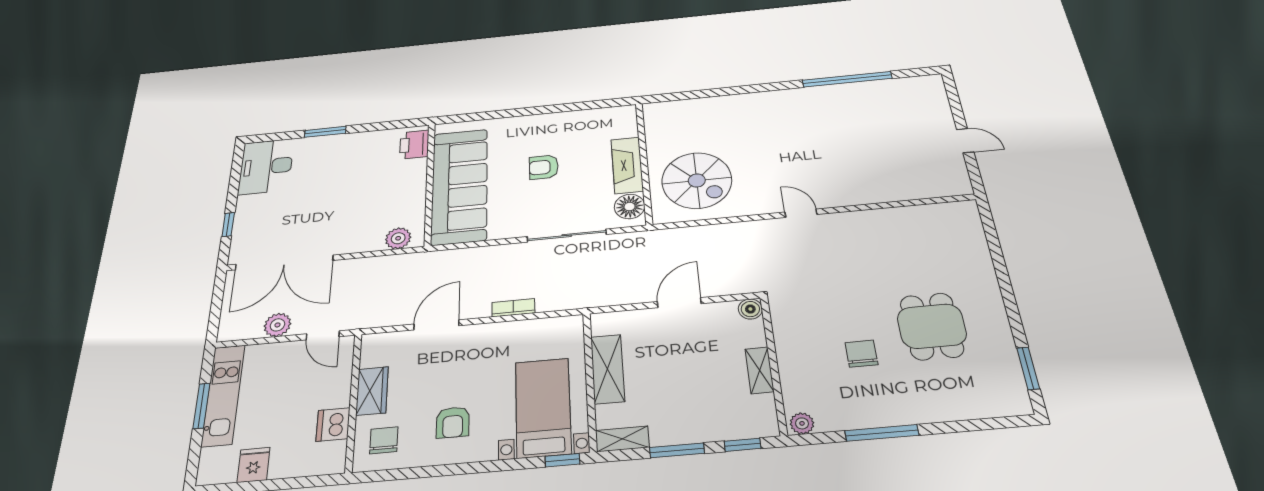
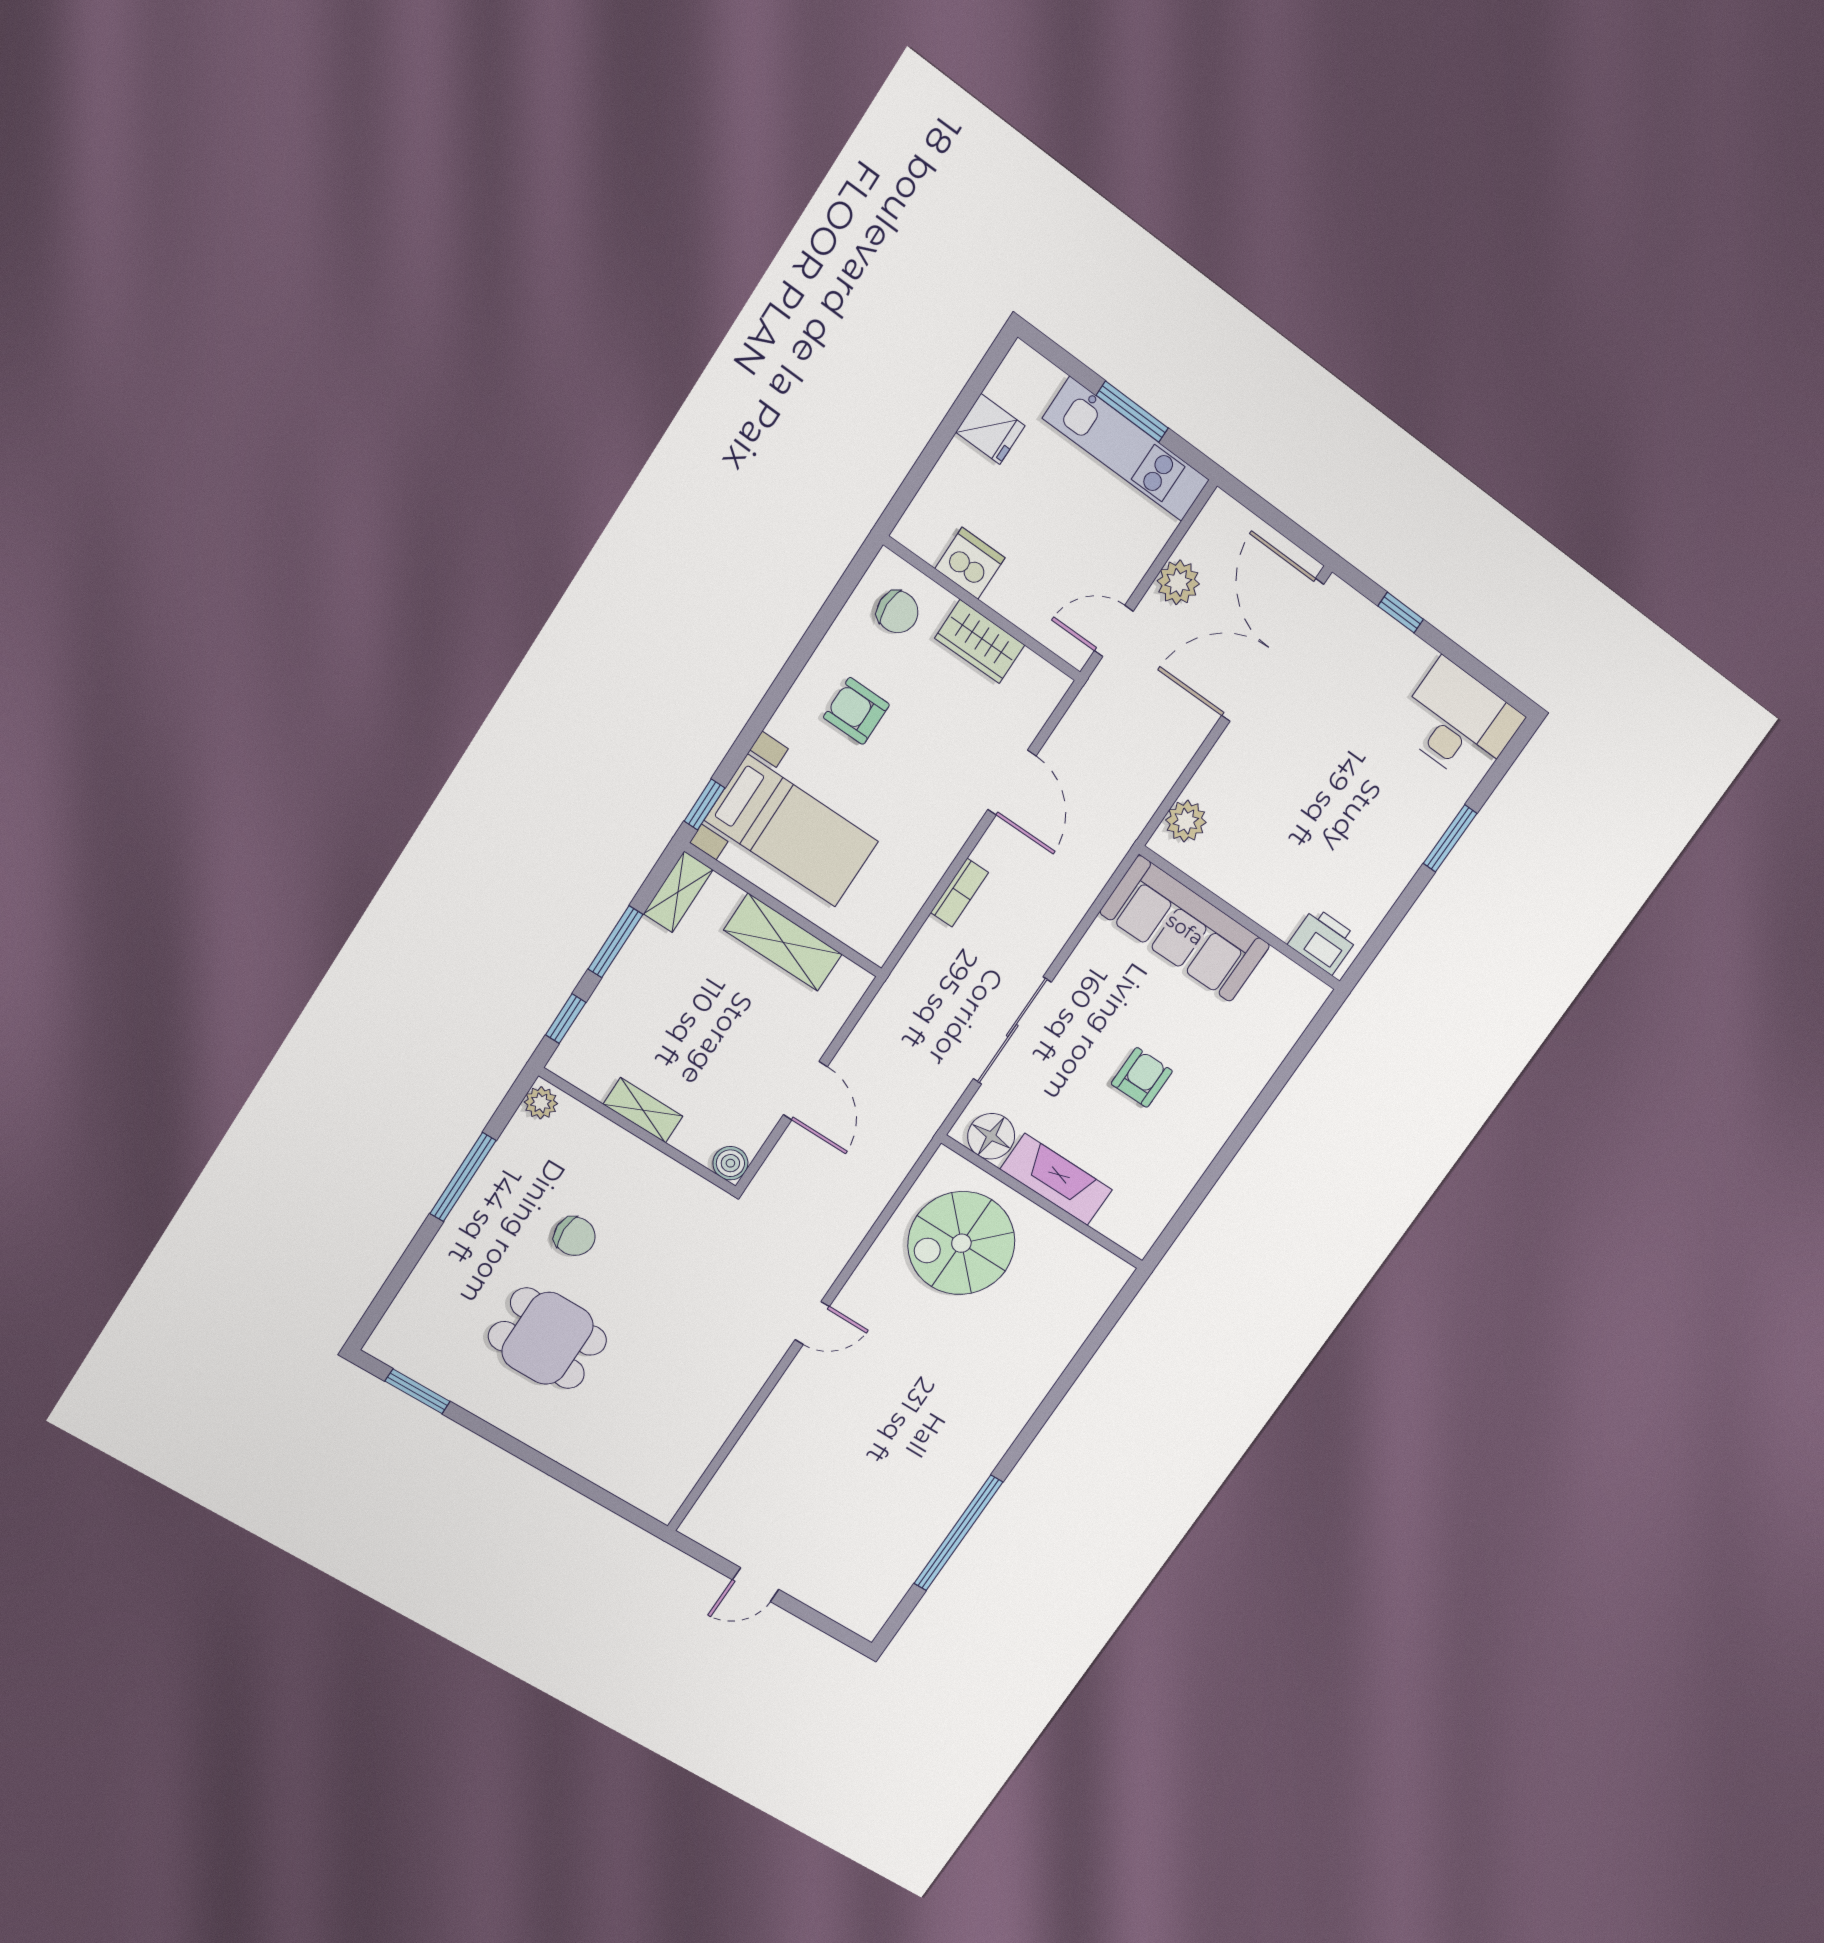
sofa: (460, 186) -> (1185, 929), width x0.74, depth x0.79

